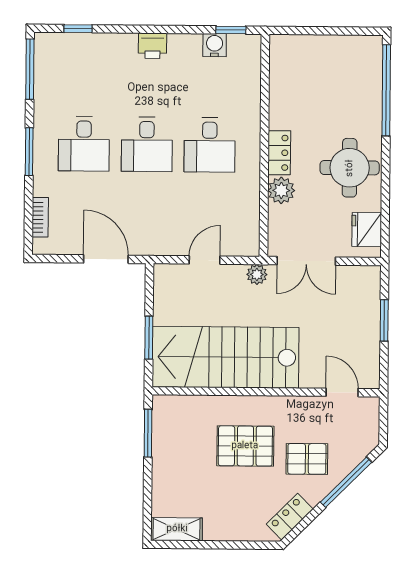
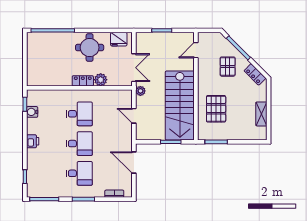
door: (106, 259) -> (134, 162), hinge flipped
pallet: (245, 446) -> (216, 109), moved
shelving: (177, 529) -> (261, 114), moved

